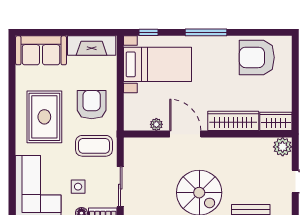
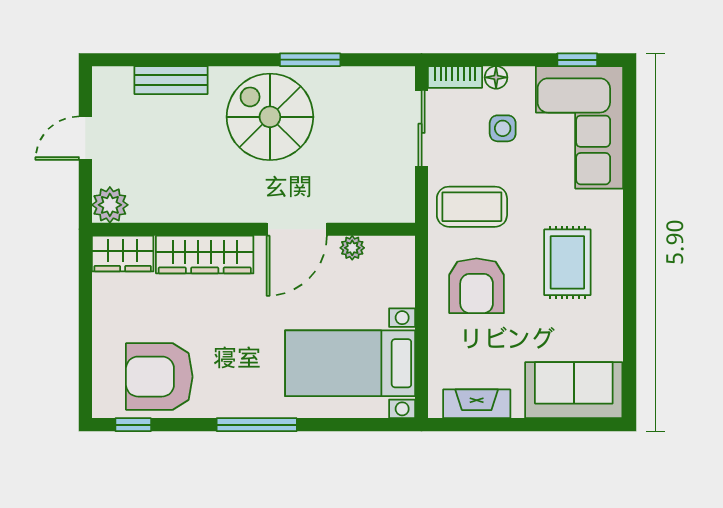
window: (149, 32) -> (133, 425), moved
fireplace: (92, 46) -> (477, 404), width x0.73, depth x0.76
armchair: (257, 57) -> (159, 377), turned 180
rug: (44, 117) -> (567, 262), width x0.73, depth x0.70
door: (185, 134) -> (297, 229), hinge flipped

